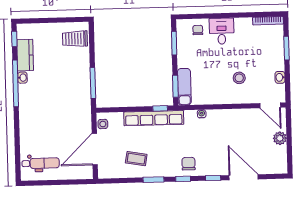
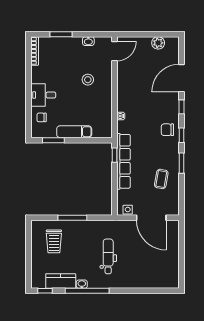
trolley: (75, 39) -> (54, 241), moved
window: (93, 83) -> (72, 218), moved
window: (175, 86) -> (94, 140), removed
exam couch: (184, 87) -> (74, 132), moved
plant: (280, 138) -> (158, 43), moved
dental chair: (41, 163) -> (108, 256), moved

